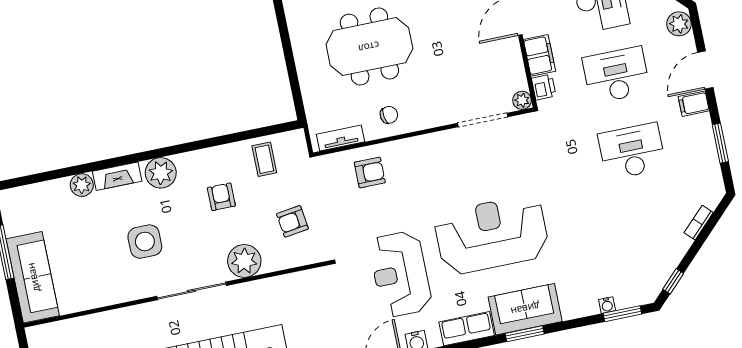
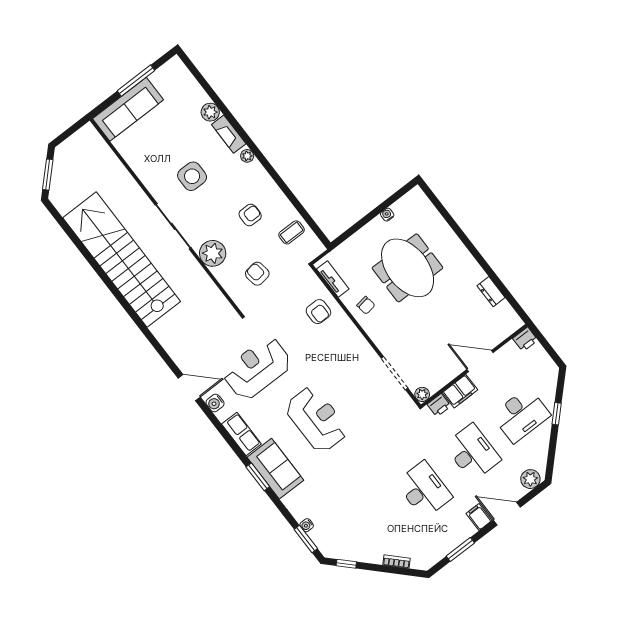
water cooler: (297, 40) -> (387, 215), added
plant: (161, 173) -> (247, 156), width x0.53, depth x0.53
reception desk: (492, 235) -> (317, 419), width x0.74, depth x0.77

